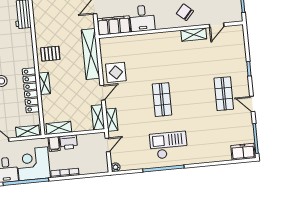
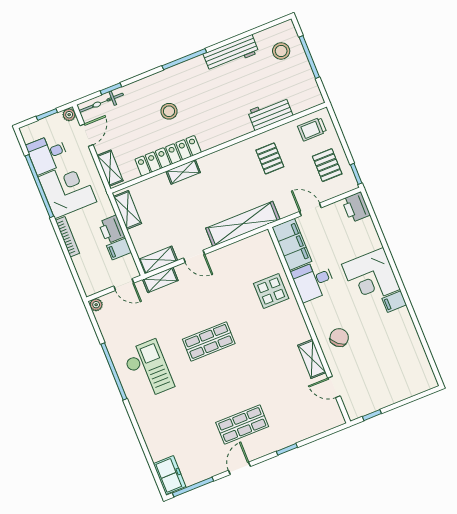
pallet: (50, 54) -> (270, 158), moved
display table: (116, 72) -> (271, 291), moved
filing cabinet: (54, 144) -> (119, 249), moved

